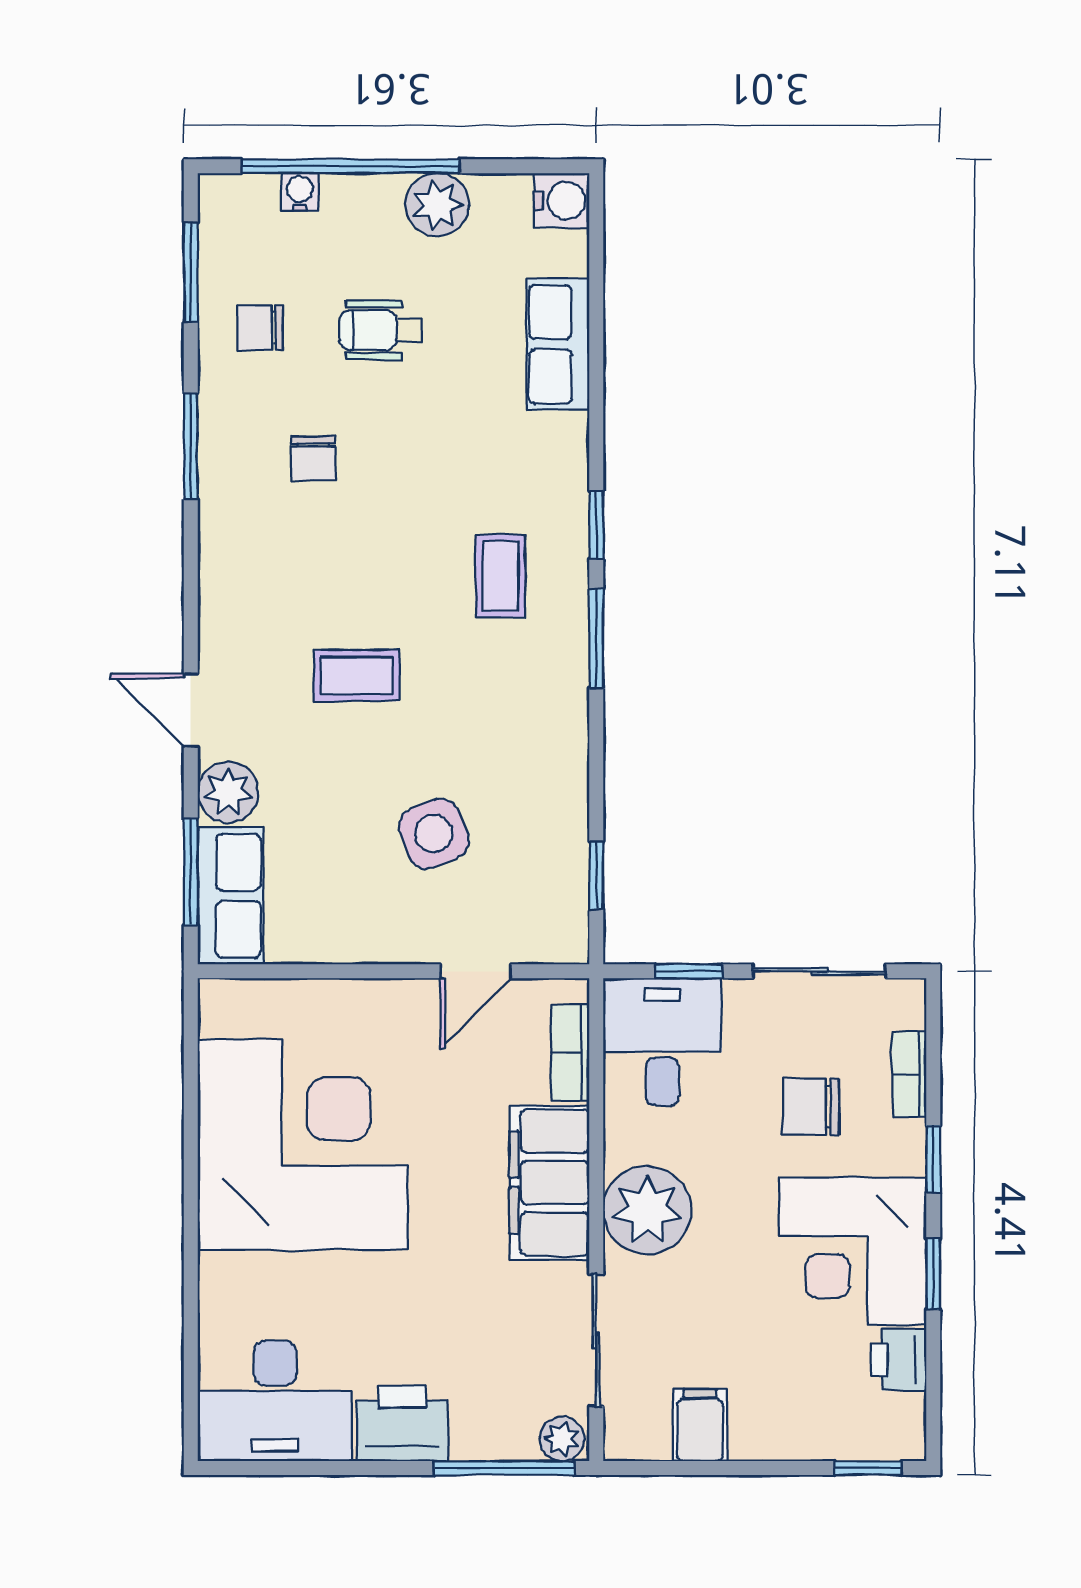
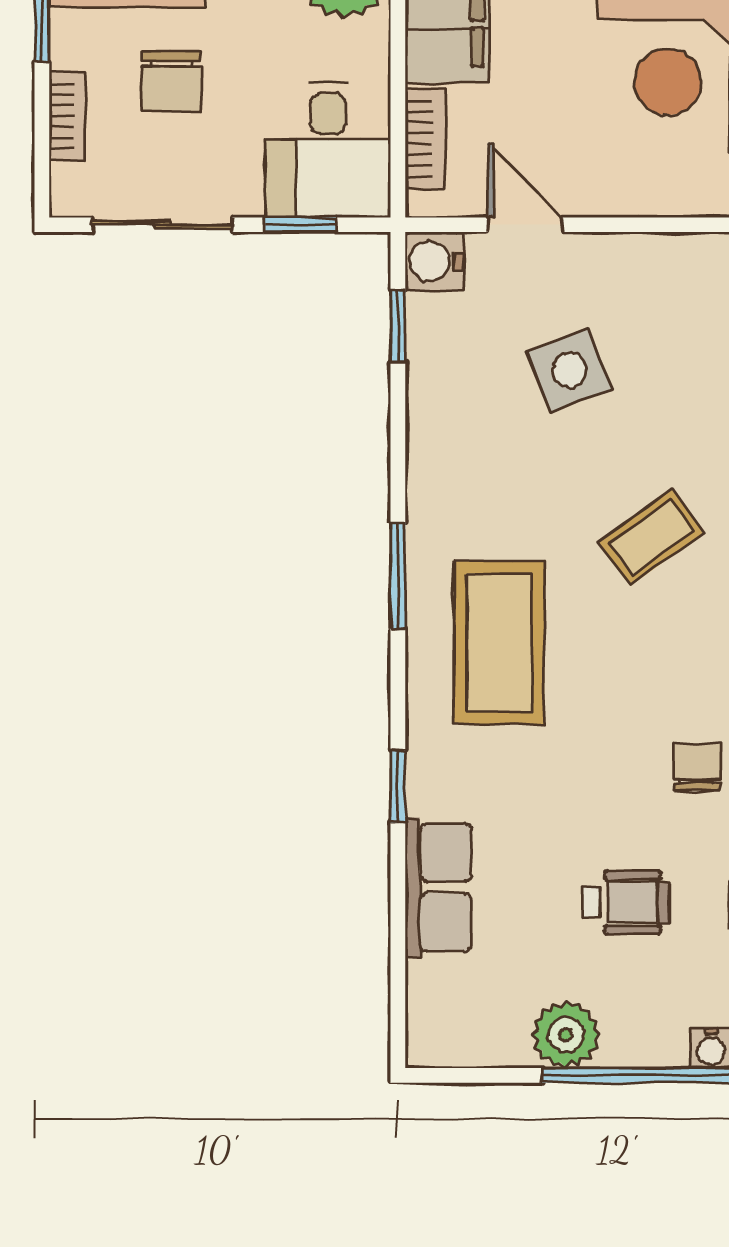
water cooler: (562, 201) -> (434, 261), moved
window: (596, 525) -> (398, 787), moved
coffee table: (500, 576) -> (499, 642), width x1.86, depth x1.72
coffee table: (356, 676) -> (651, 537), turned -36
door: (476, 971) -> (525, 225), hinge flipped
chair: (811, 1107) -> (171, 82), turned 90

